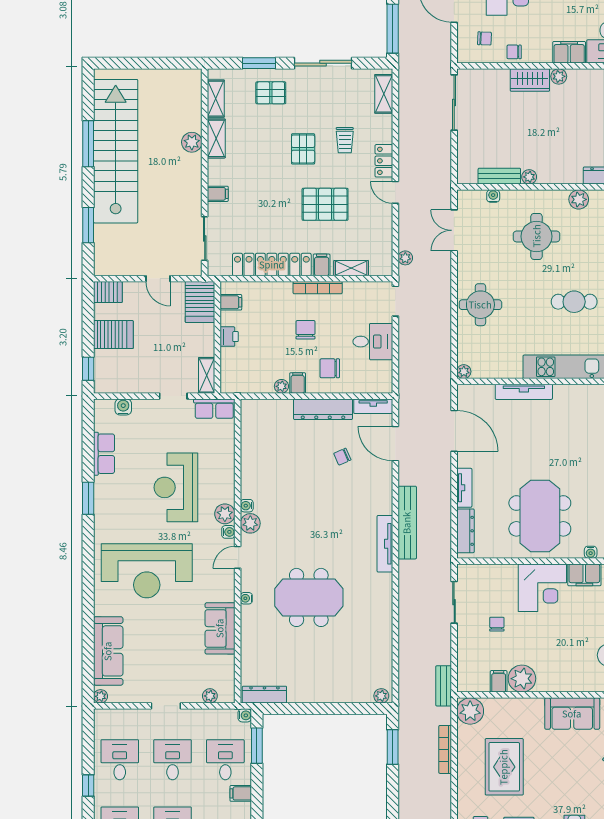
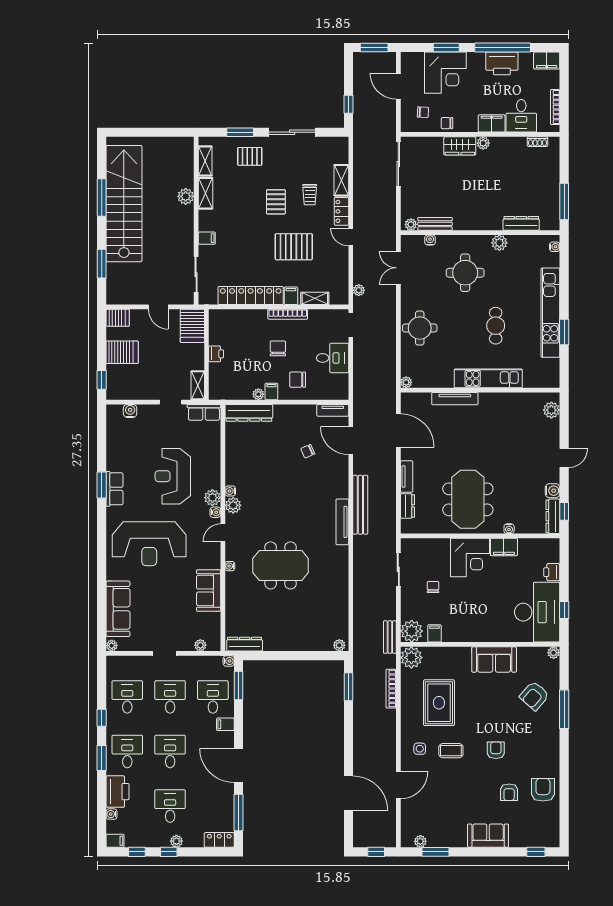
window: (393, 29) -> (349, 104), width x0.46
shelving: (384, 94) -> (341, 180), moved
plant: (529, 177) -> (411, 224), moved
filing cabinet: (231, 302) -> (217, 326), removed
cafe table: (574, 302) -> (496, 326), turned 90
dresser: (323, 409) -> (249, 413), moved
row of seats: (104, 454) -> (115, 489), moved
dresser: (465, 531) -> (408, 506), width x0.70
plant: (522, 679) -> (412, 631), moved

